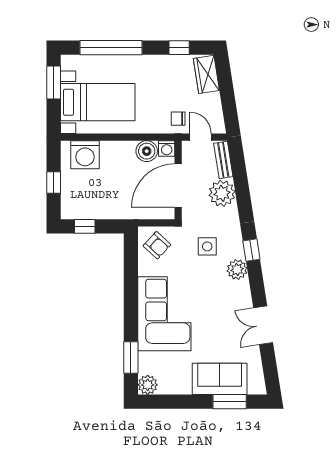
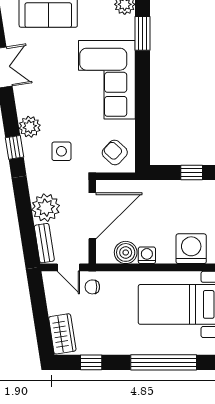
chair: (178, 119) -> (92, 287), turned 180
washing machine: (167, 148) -> (147, 255), moved

